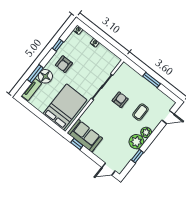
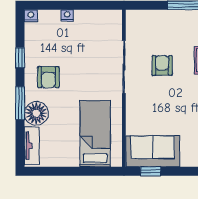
window: (35, 74) -> (20, 103), moved
bed: (65, 107) -> (95, 134), width x0.67

